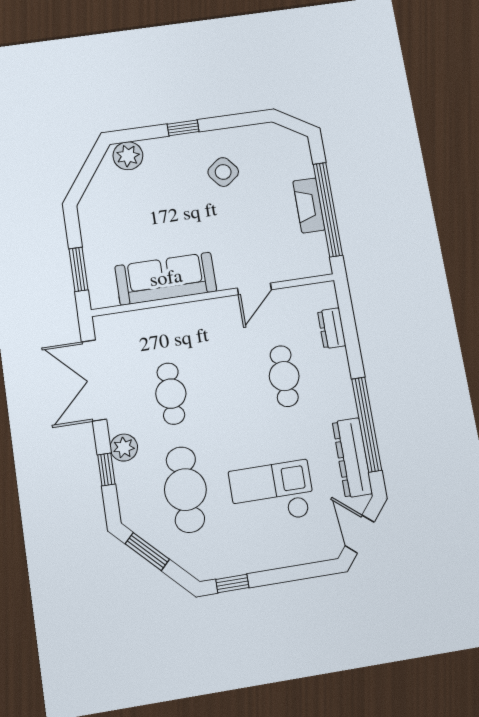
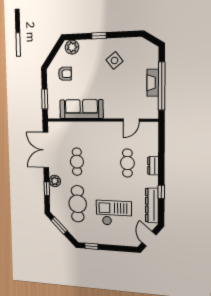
armchair: (119, 211) -> (65, 74), added
door: (254, 289) -> (131, 120), moved
dresser: (332, 328) -> (153, 166), moved
window: (367, 424) -> (161, 192), width x0.32

